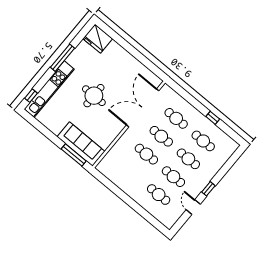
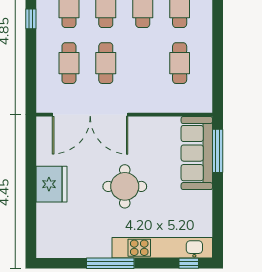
fridge: (98, 39) -> (51, 184), moved
cafe table: (146, 154) -> (180, 63), moved

